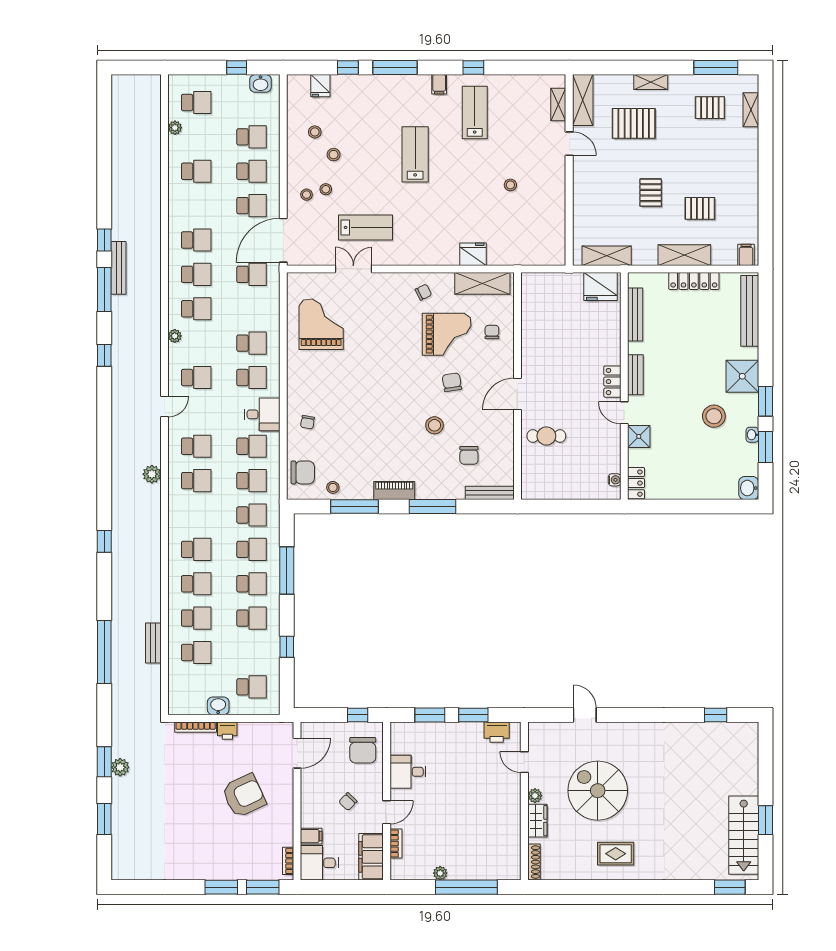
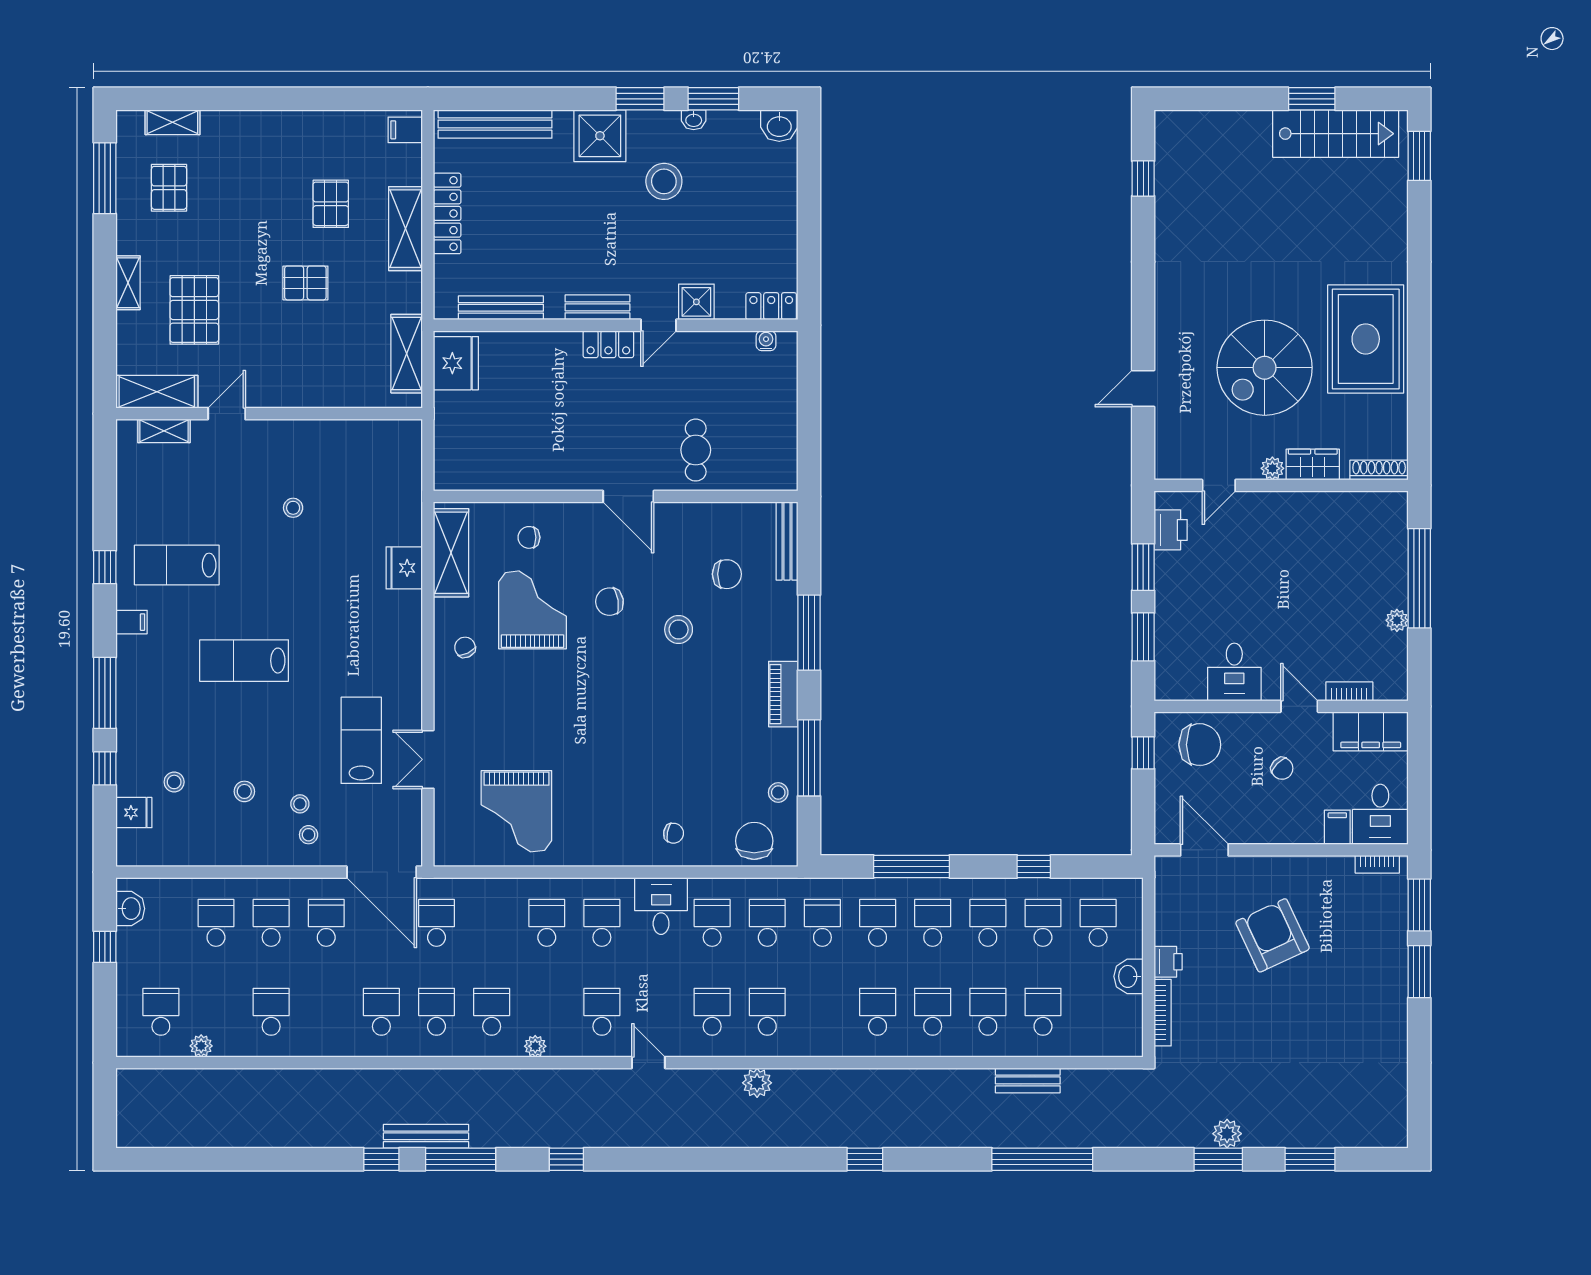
stool: (315, 132) -> (174, 782), moved
grand piano: (321, 324) -> (516, 811), turned -90
school desk: (252, 653) -> (1043, 923), added
rug: (616, 854) -> (1366, 339), width x1.86, depth x2.06

